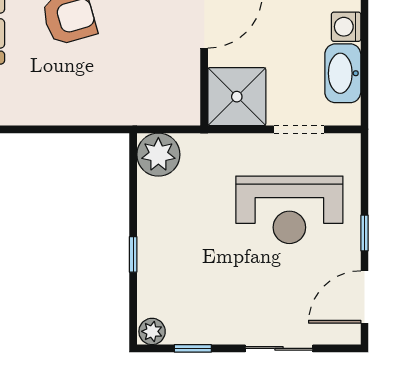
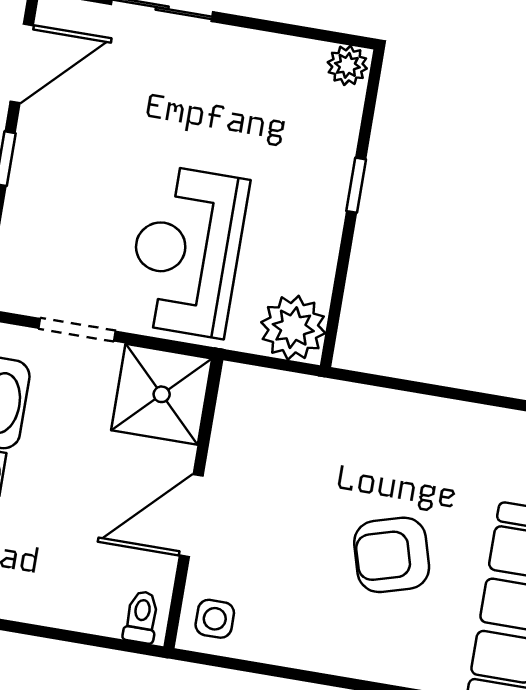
reception desk: (289, 210) -> (187, 251), moved, turned -90
window: (193, 348) -> (291, 30), removed

